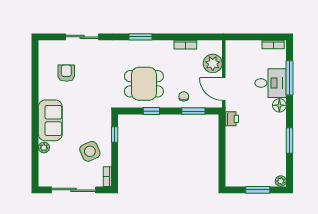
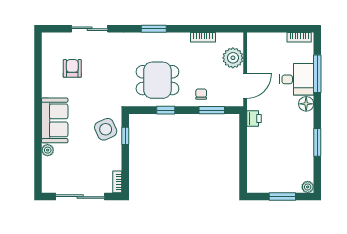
door: (224, 89) -> (245, 86), swing flipped
side table: (90, 151) -> (106, 129), moved

